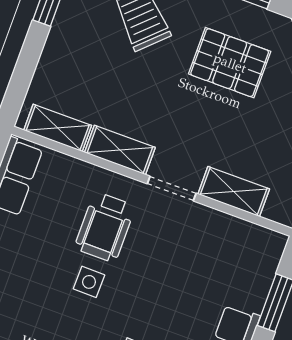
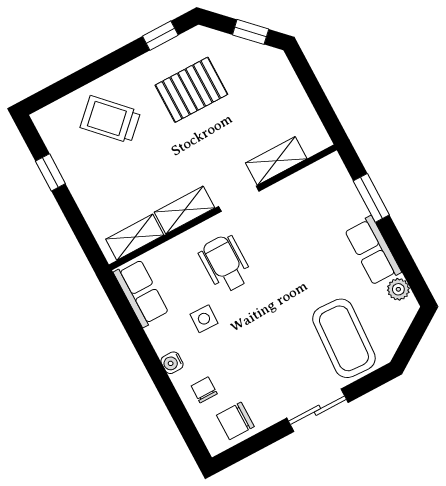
wheelchair: (105, 227) -> (225, 264), turned 180
side table: (89, 282) -> (204, 319), moved

